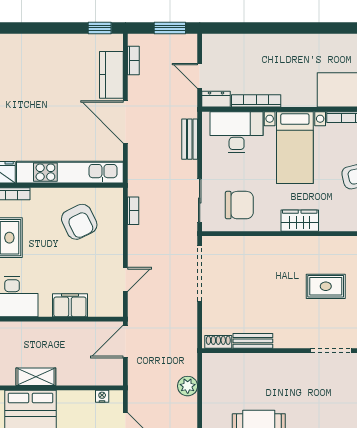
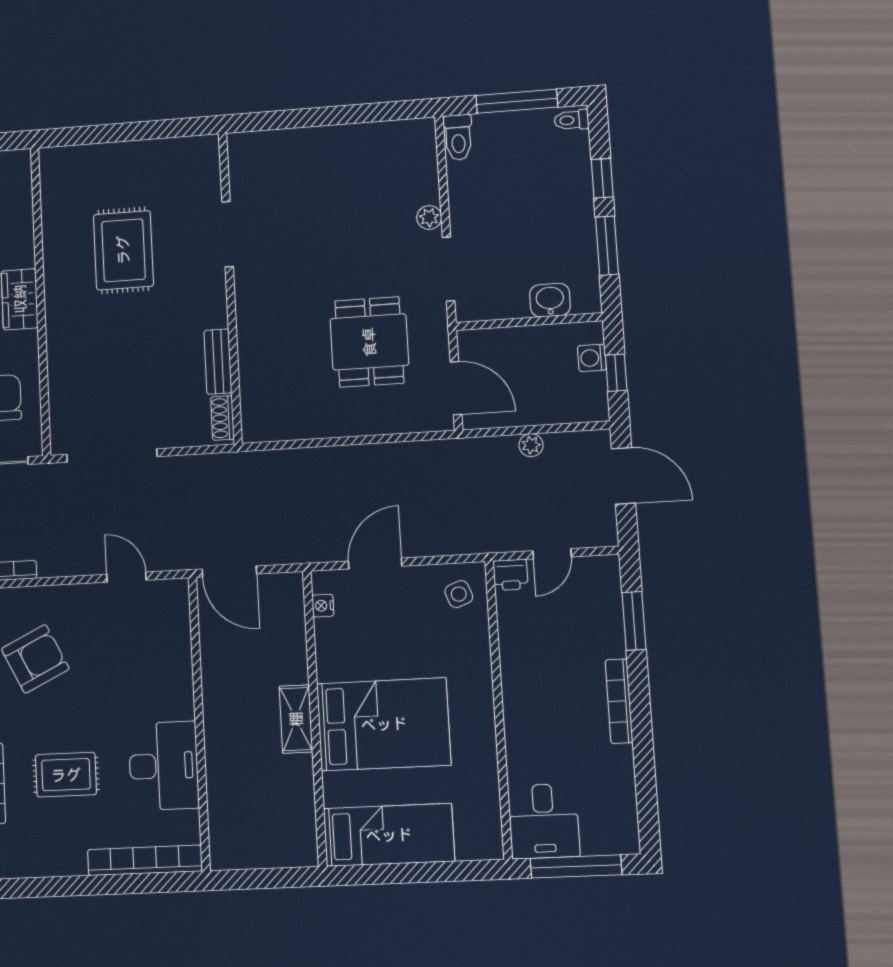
rug: (326, 286) -> (123, 250), width x1.36, depth x1.43
filing cabinet: (70, 305) -> (174, 667), removed
plant: (188, 386) -> (298, 464), removed

